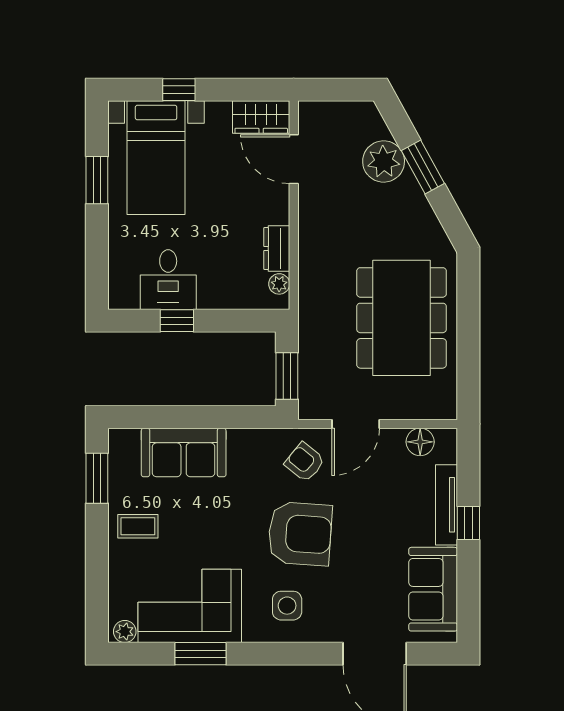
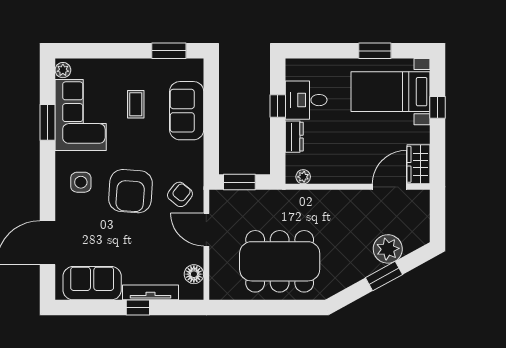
dresser: (277, 249) -> (294, 137), moved, turned 90
coffee table: (138, 526) -> (136, 104), moved

